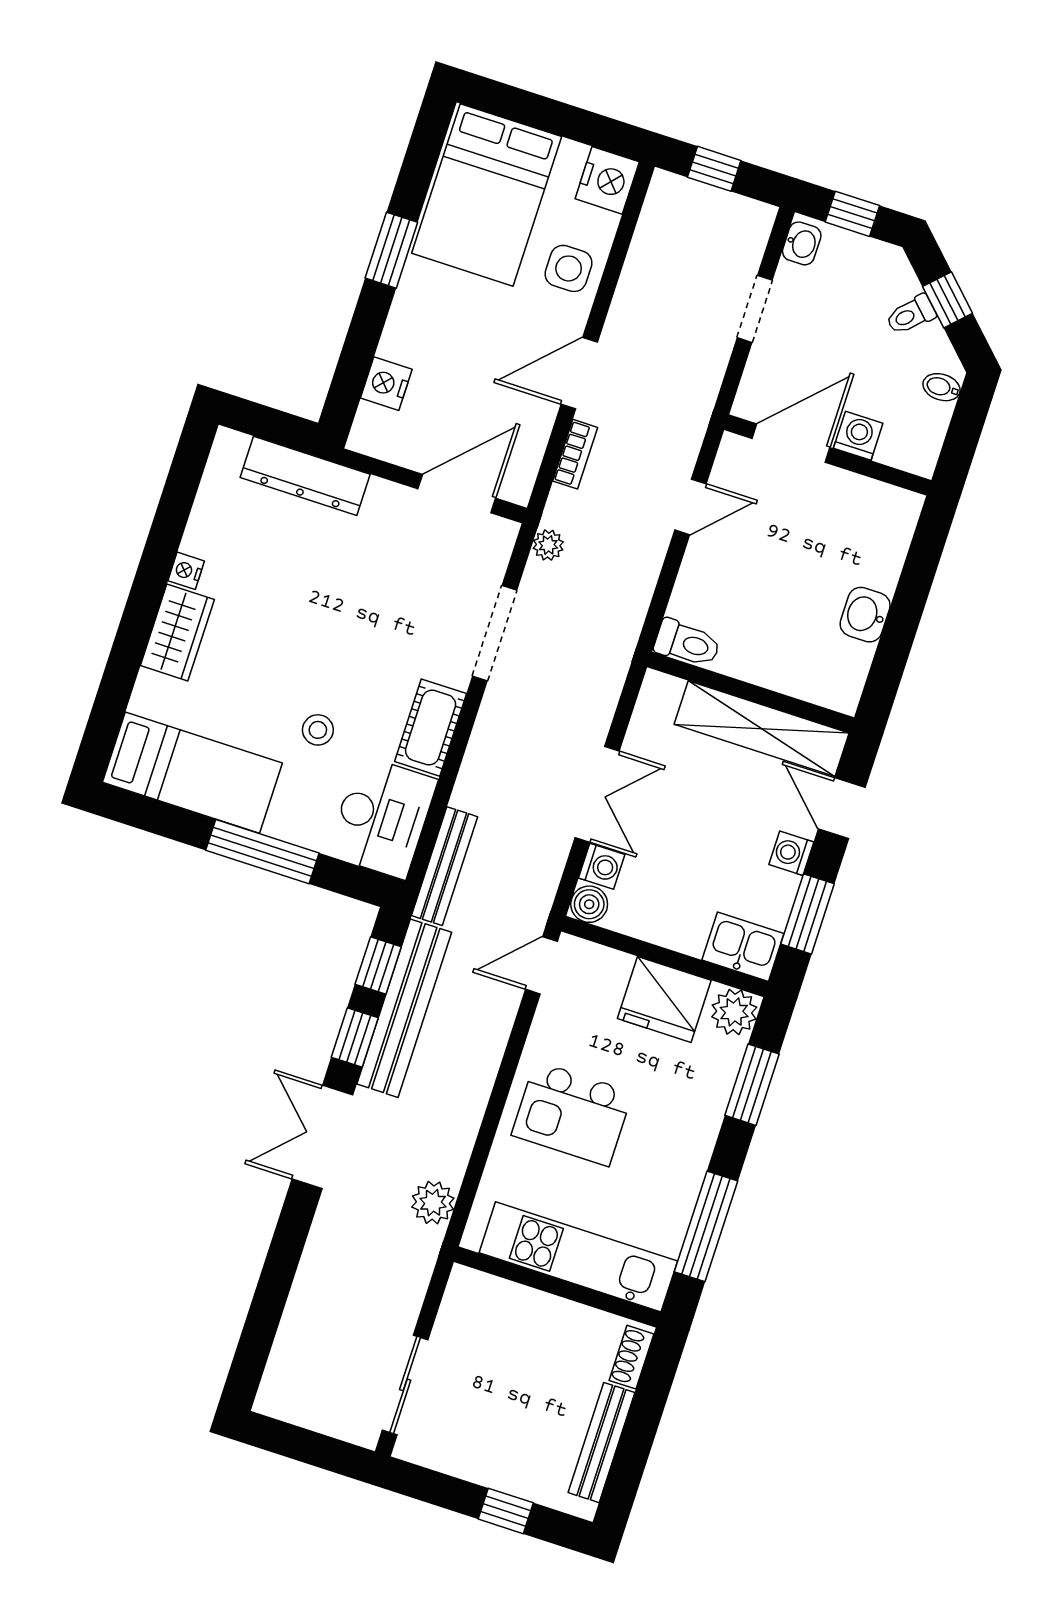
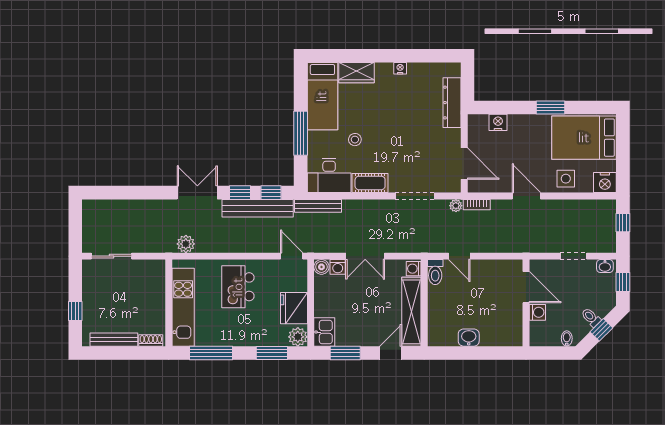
bookcase: (575, 454) -> (477, 205), moved
door: (690, 507) -> (459, 256), moved
wardrobe: (177, 632) -> (357, 73), moved
washing machine: (791, 853) -> (414, 269), moved, turned -90

